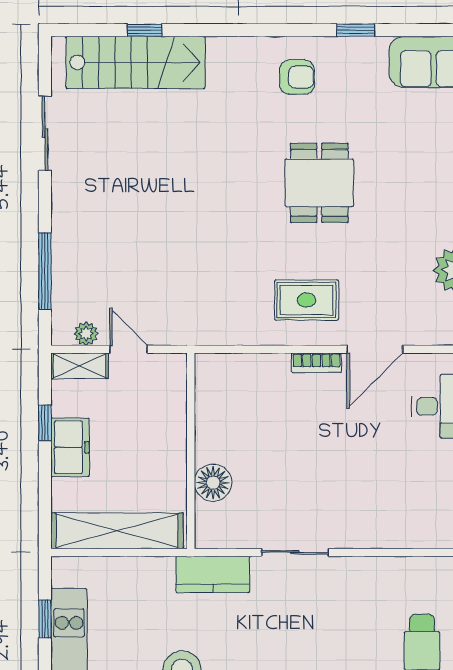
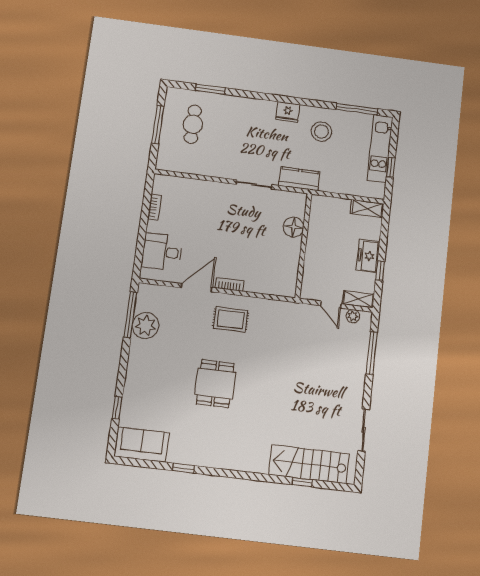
armchair: (297, 77) -> (220, 445), removed
shelving: (117, 531) -> (367, 209), width x0.45, depth x0.75

